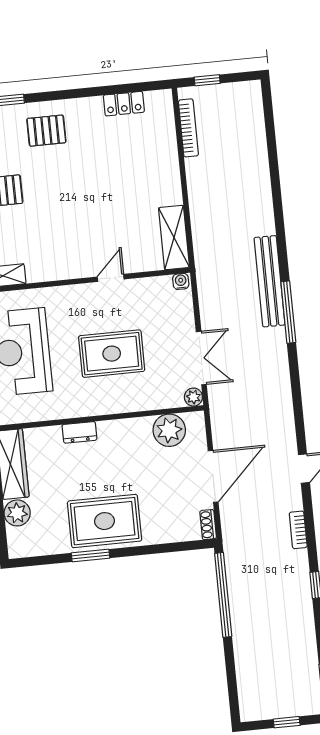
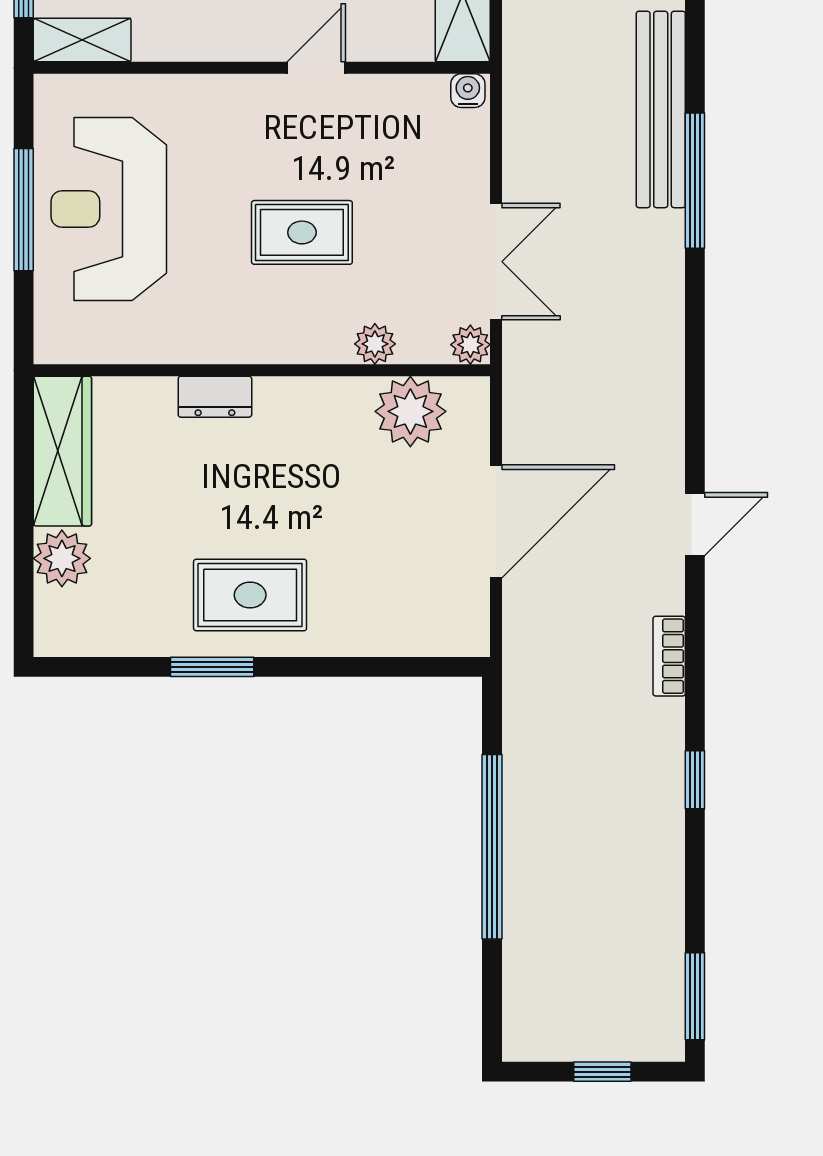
rug: (112, 354) -> (302, 232), width x0.73, depth x0.70
plant: (150, 401) -> (375, 344), added
rug: (105, 521) -> (250, 595), width x0.73, depth x0.70
shoe rack: (208, 525) -> (475, 625), removed
window: (223, 595) -> (492, 847), moved

